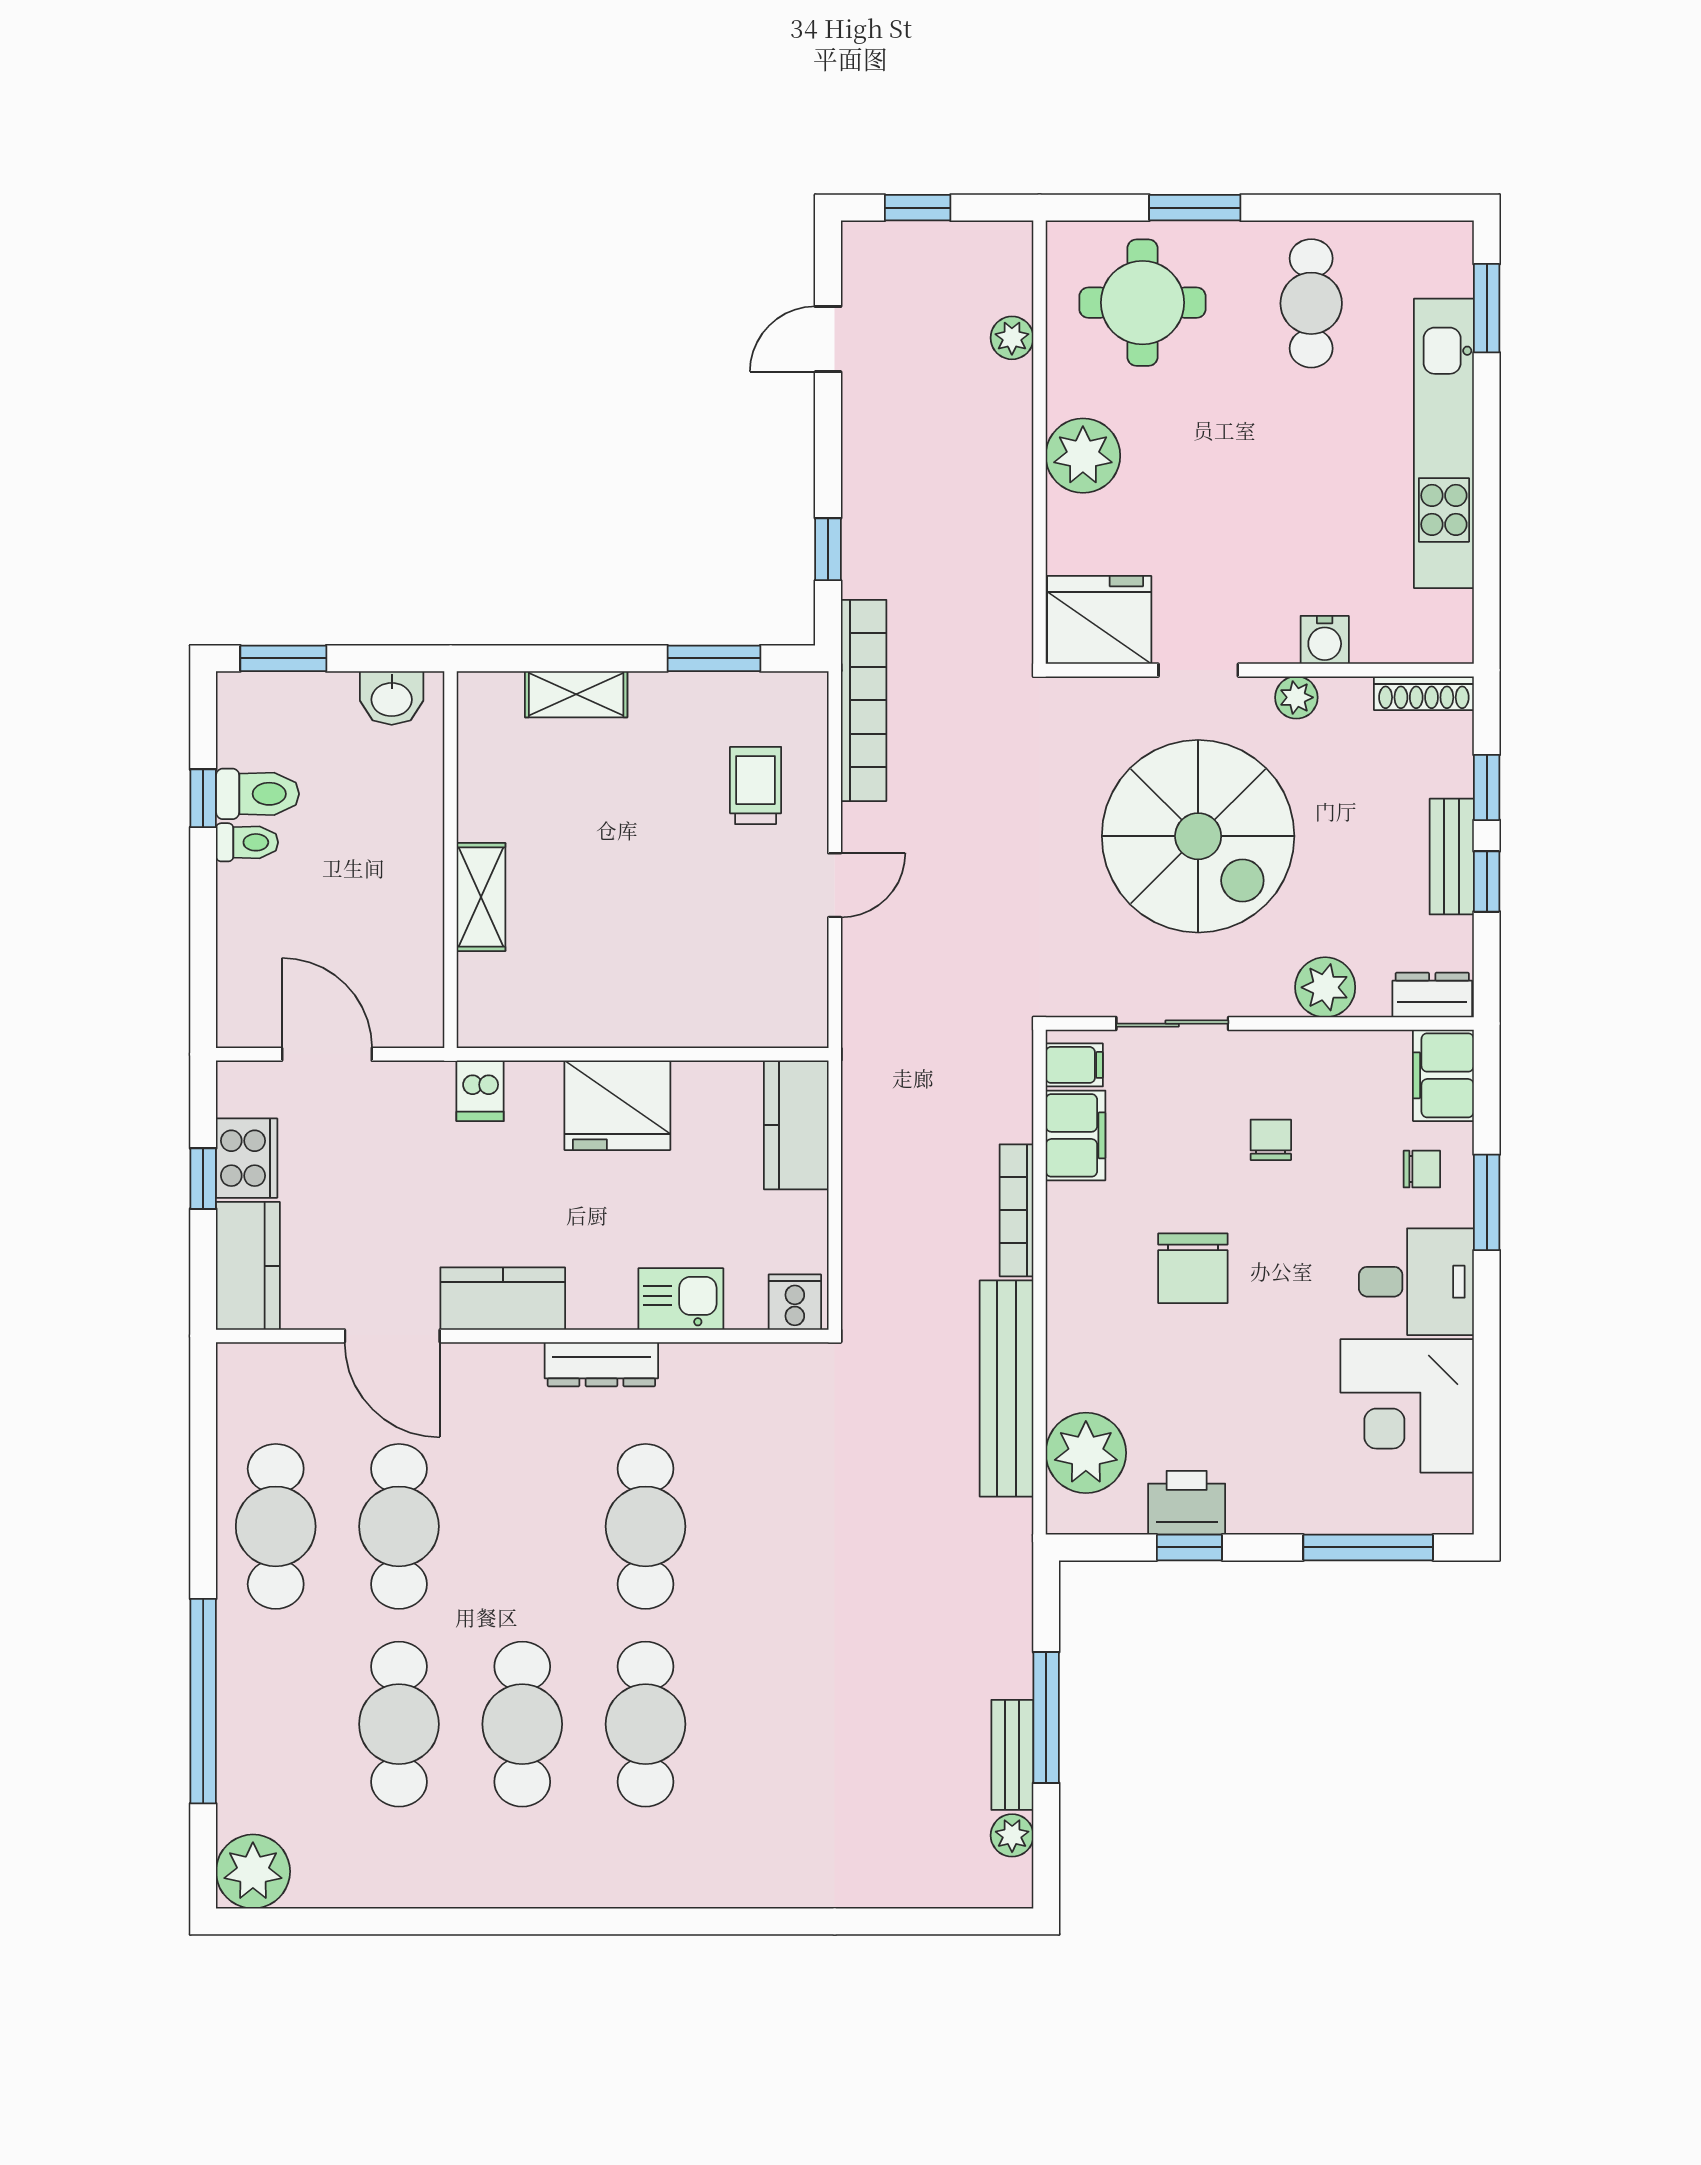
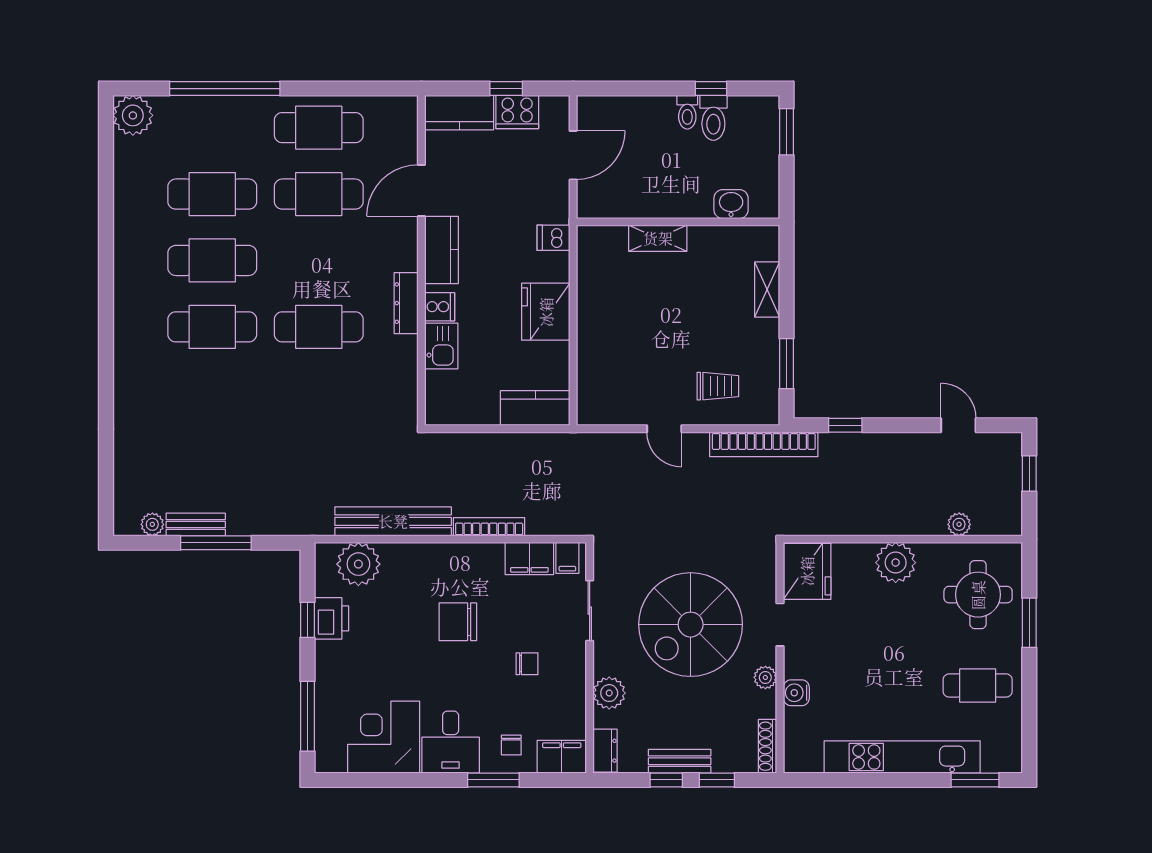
washbasin: (392, 698) -> (731, 204), moved, turned 90
cooker: (795, 1302) -> (440, 307), moved

